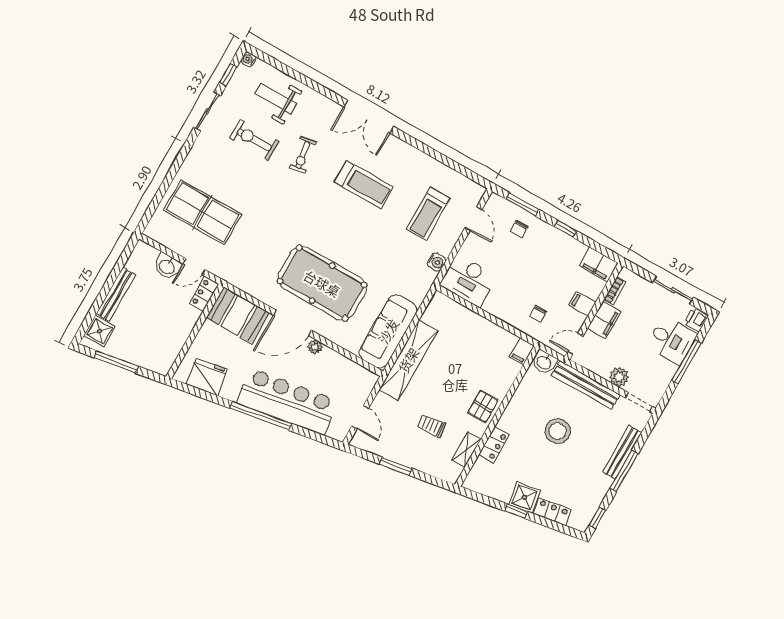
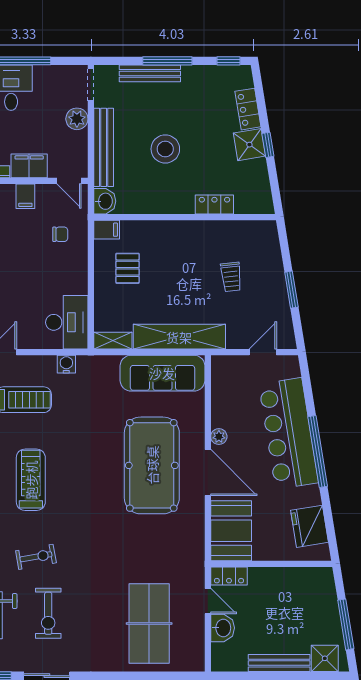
pallet: (483, 406) -> (128, 268), moved, turned 90
shelving: (467, 450) -> (113, 341), moved

